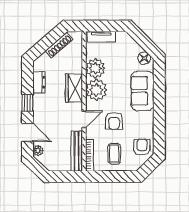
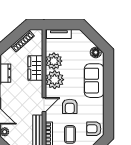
wardrobe: (74, 88) -> (35, 68), moved
armchair: (142, 147) -> (94, 129), turned -90

